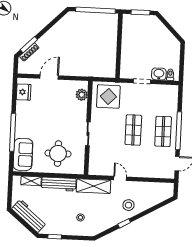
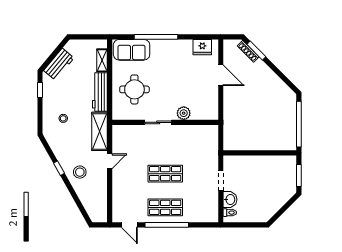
plant: (82, 95) -> (184, 113), moved
display table: (108, 96) -> (202, 143), removed
workbench: (29, 216) -> (59, 64), width x0.73

